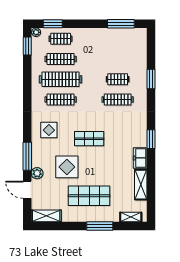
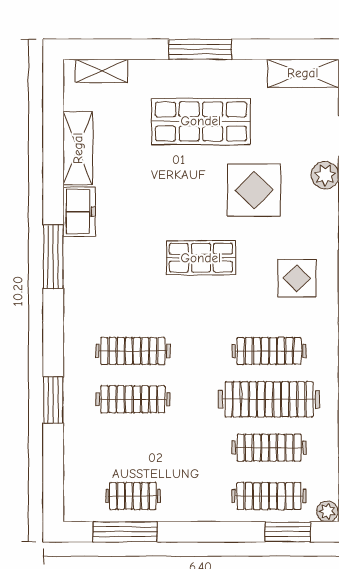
clothes rail: (61, 39) -> (269, 496), width x1.36
clothes rail: (118, 39) -> (133, 496), added
clothes rail: (118, 79) -> (133, 399), width x1.36
window: (151, 139) -> (53, 257), width x1.44
window: (100, 226) -> (200, 49), moved

